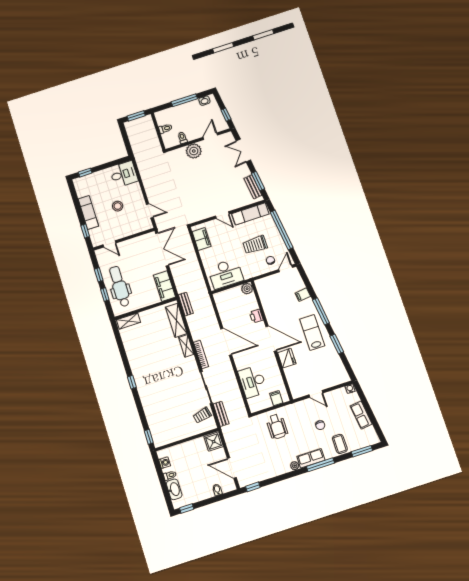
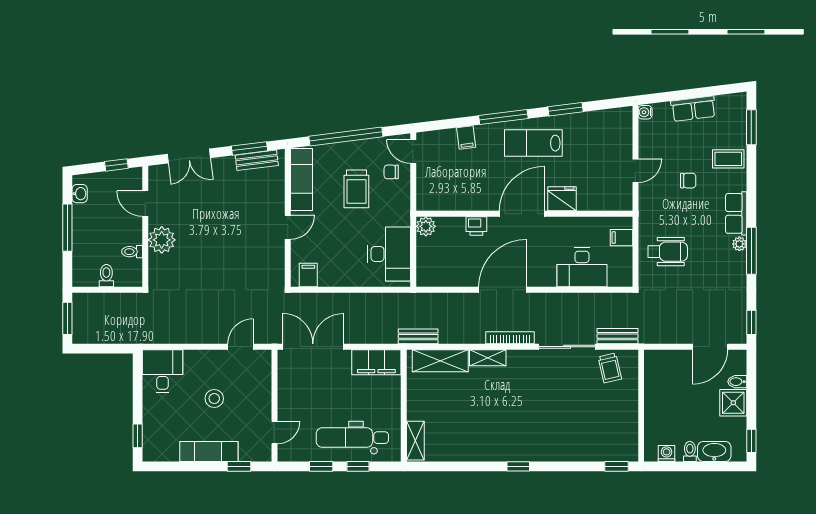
filing cabinet: (202, 239) -> (308, 275), width x0.50
shower: (214, 442) -> (733, 403), moved
window: (320, 465) -> (751, 251), moved

